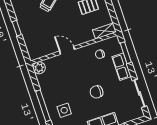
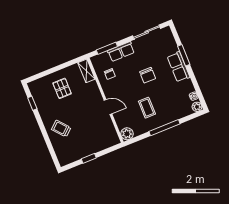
door: (67, 50) -> (108, 107), swing flipped
coffee table: (64, 89) -> (147, 108), added
side table: (64, 110) -> (168, 106), removed

